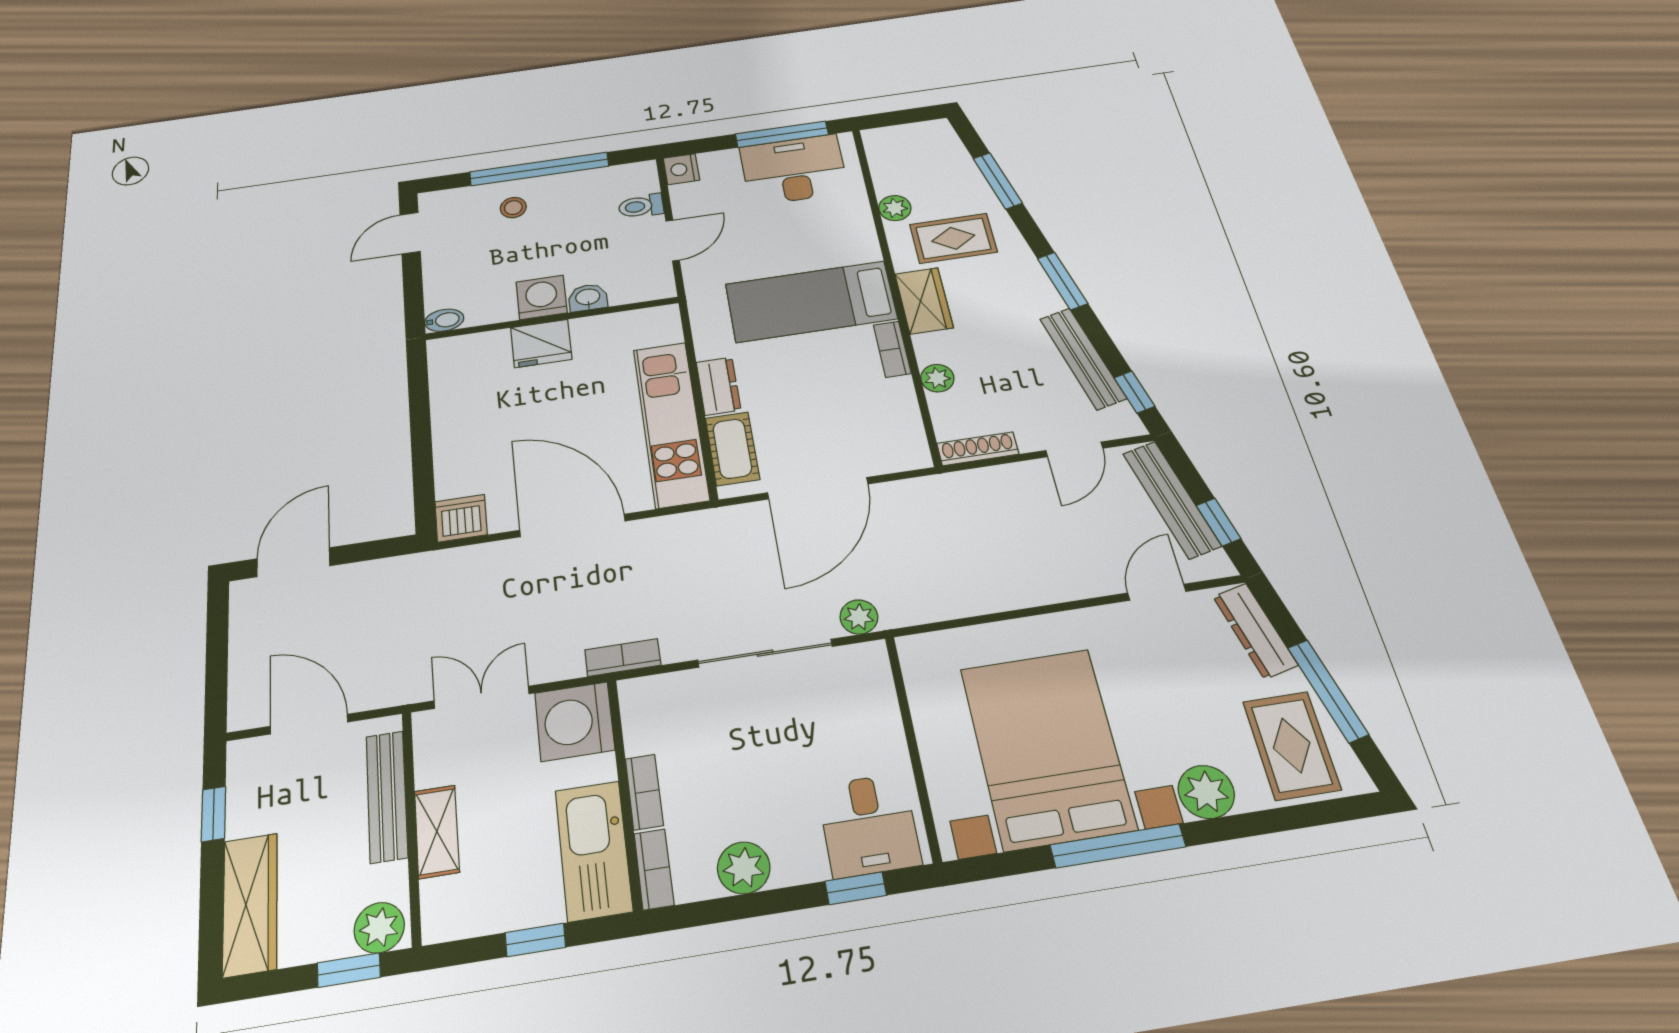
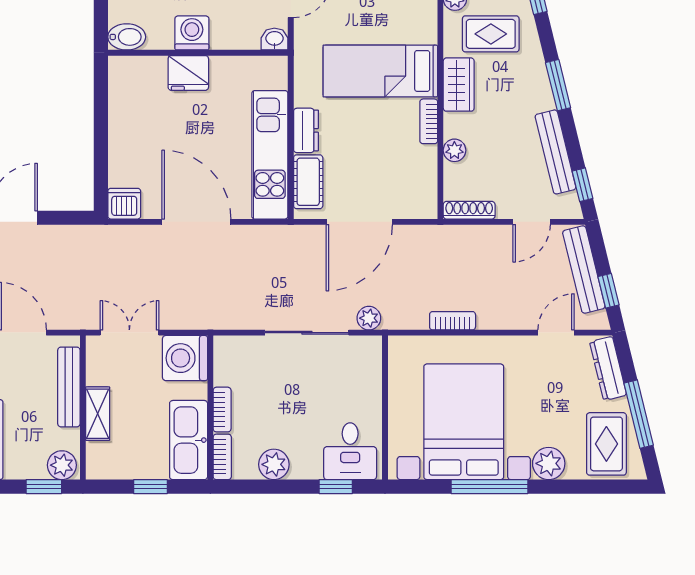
washbasin: (588, 298) -> (274, 39), moved
bidet: (444, 320) -> (127, 37), width x1.38, depth x1.36
bookcase: (623, 657) -> (453, 321), moved

